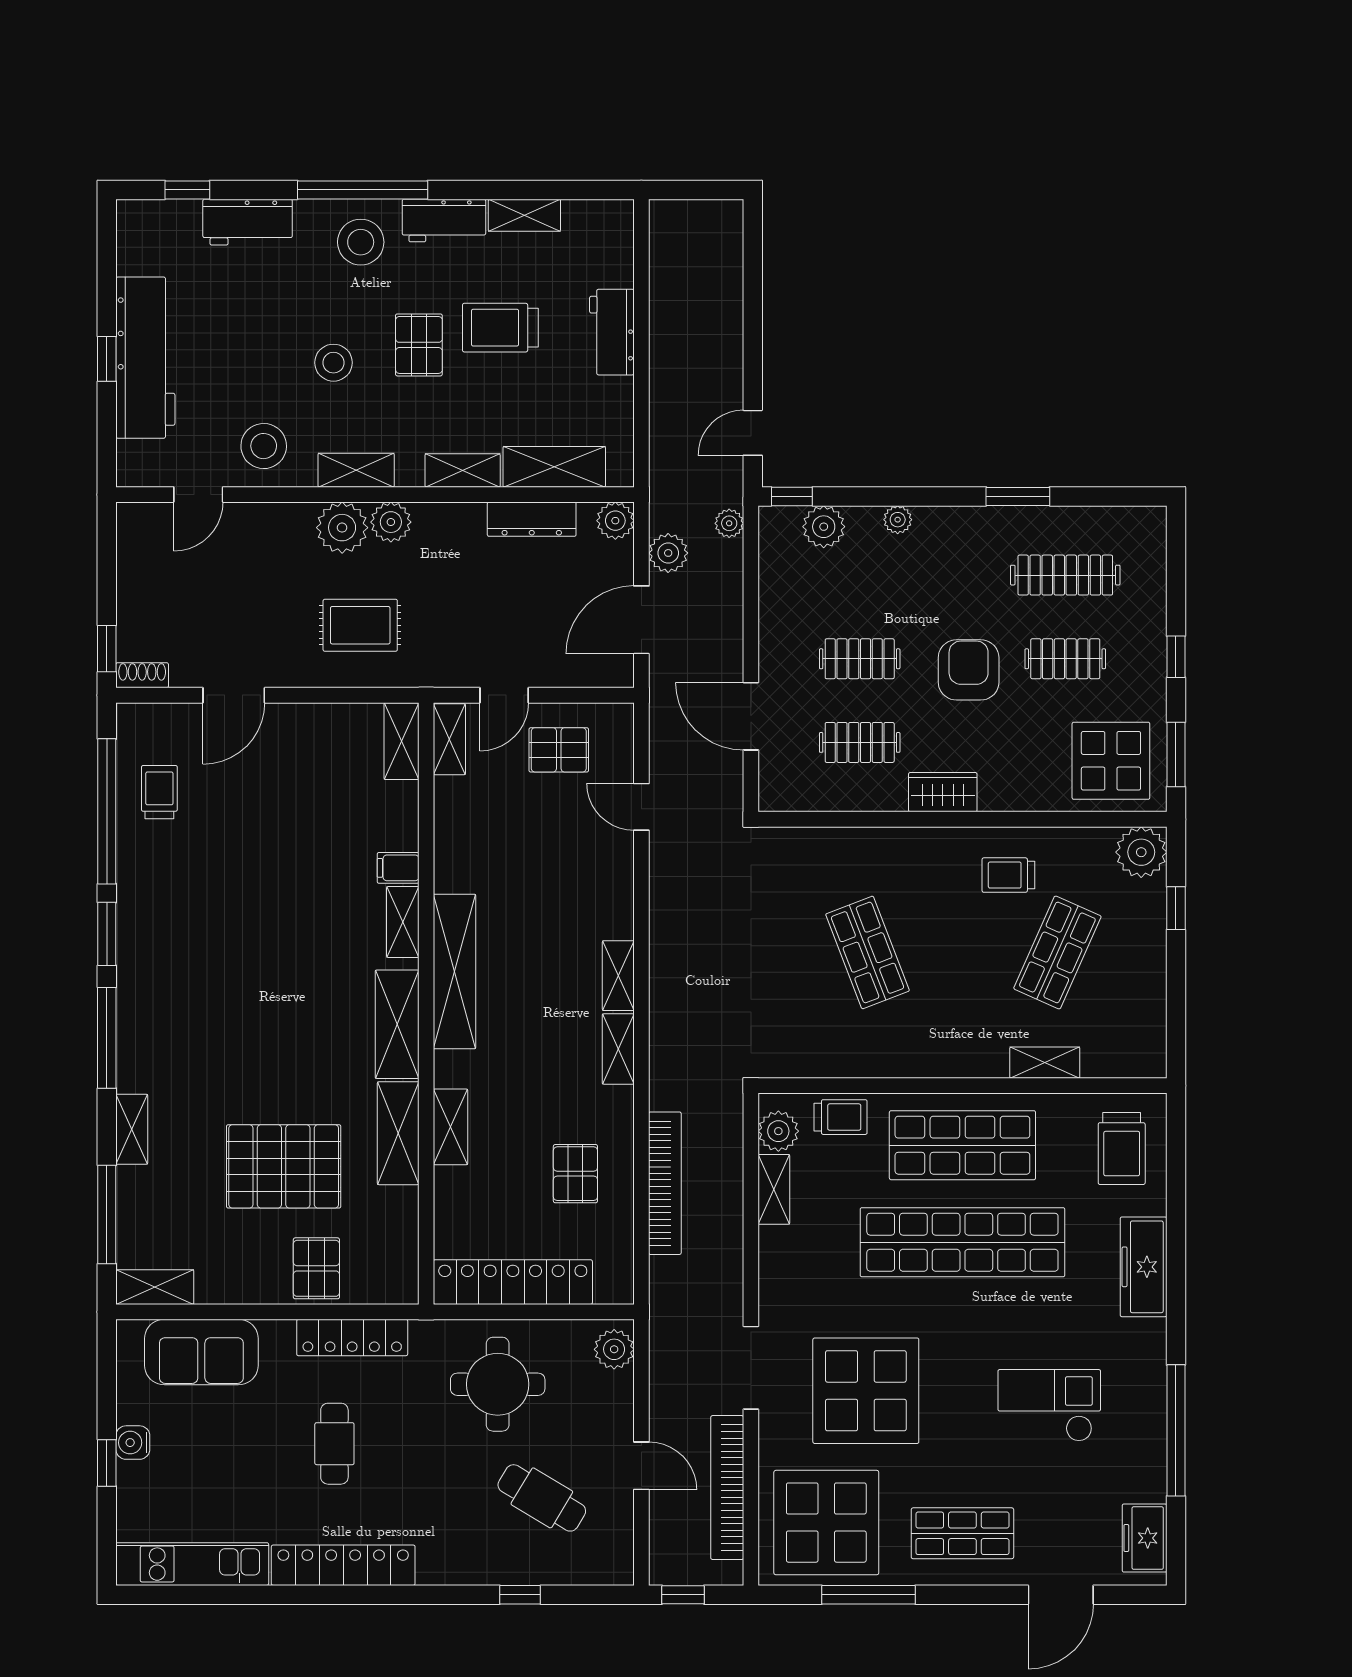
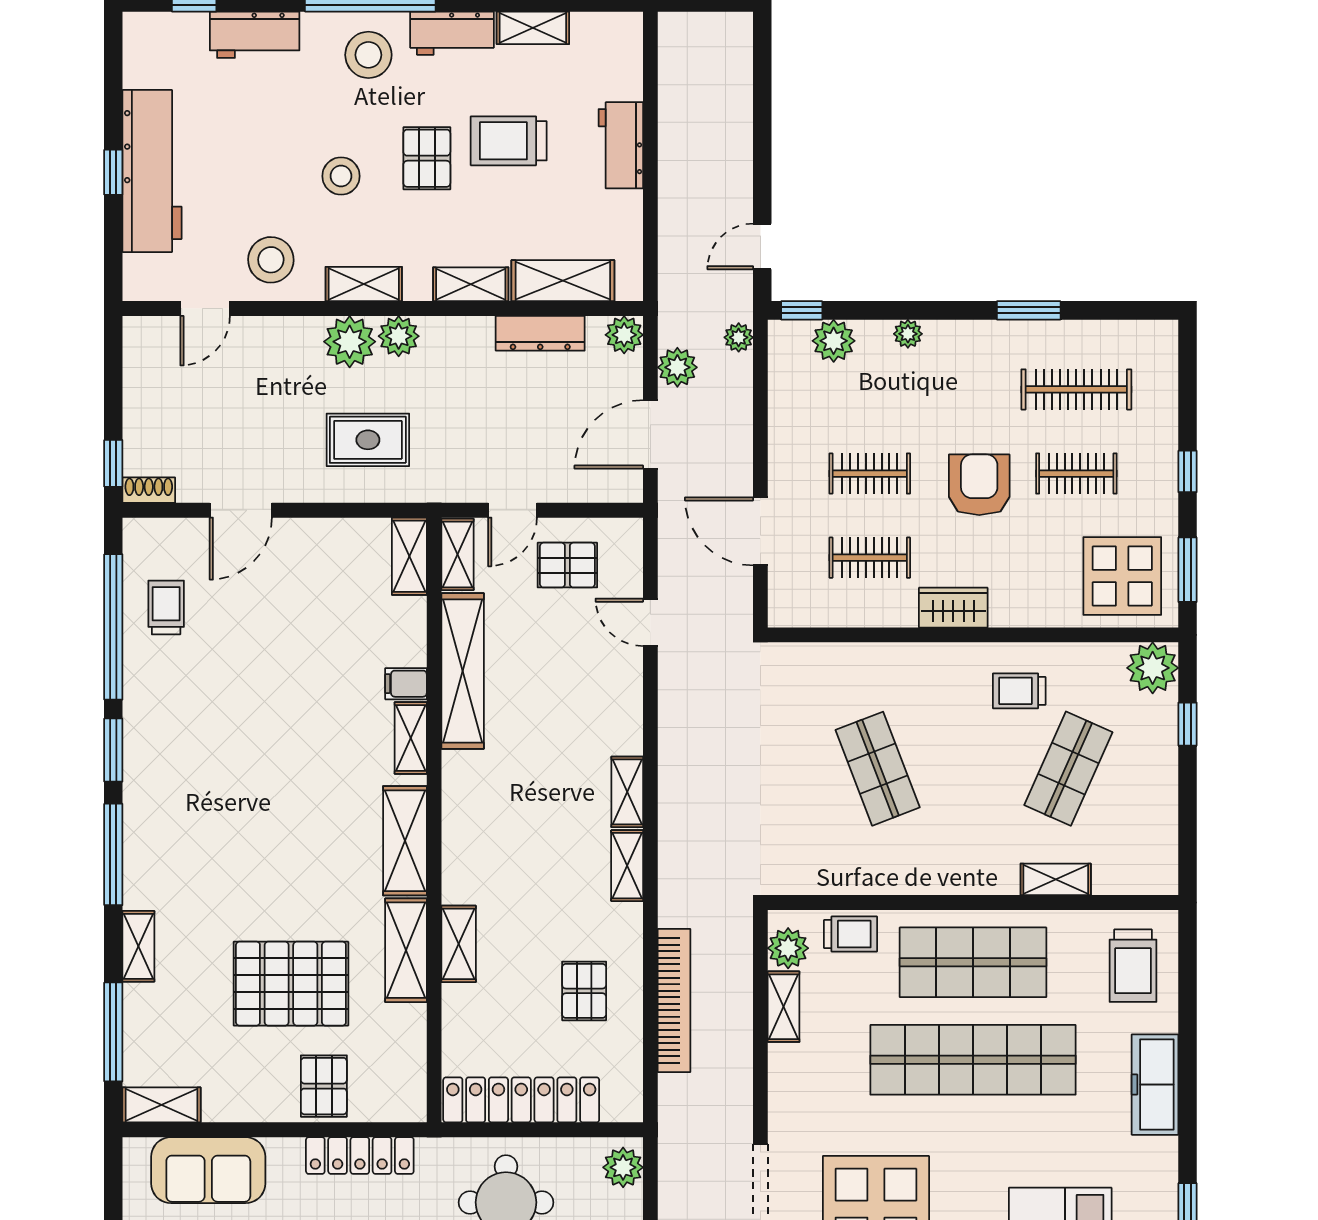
shelving: (455, 971) -> (463, 671), moved

